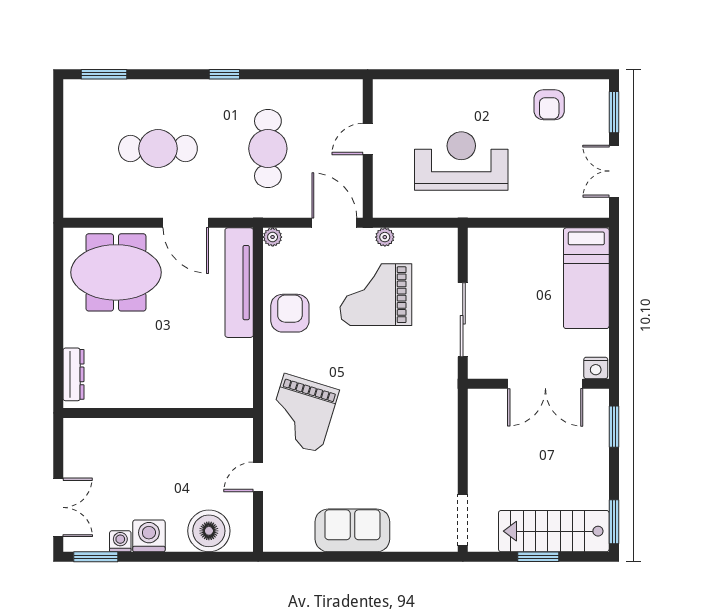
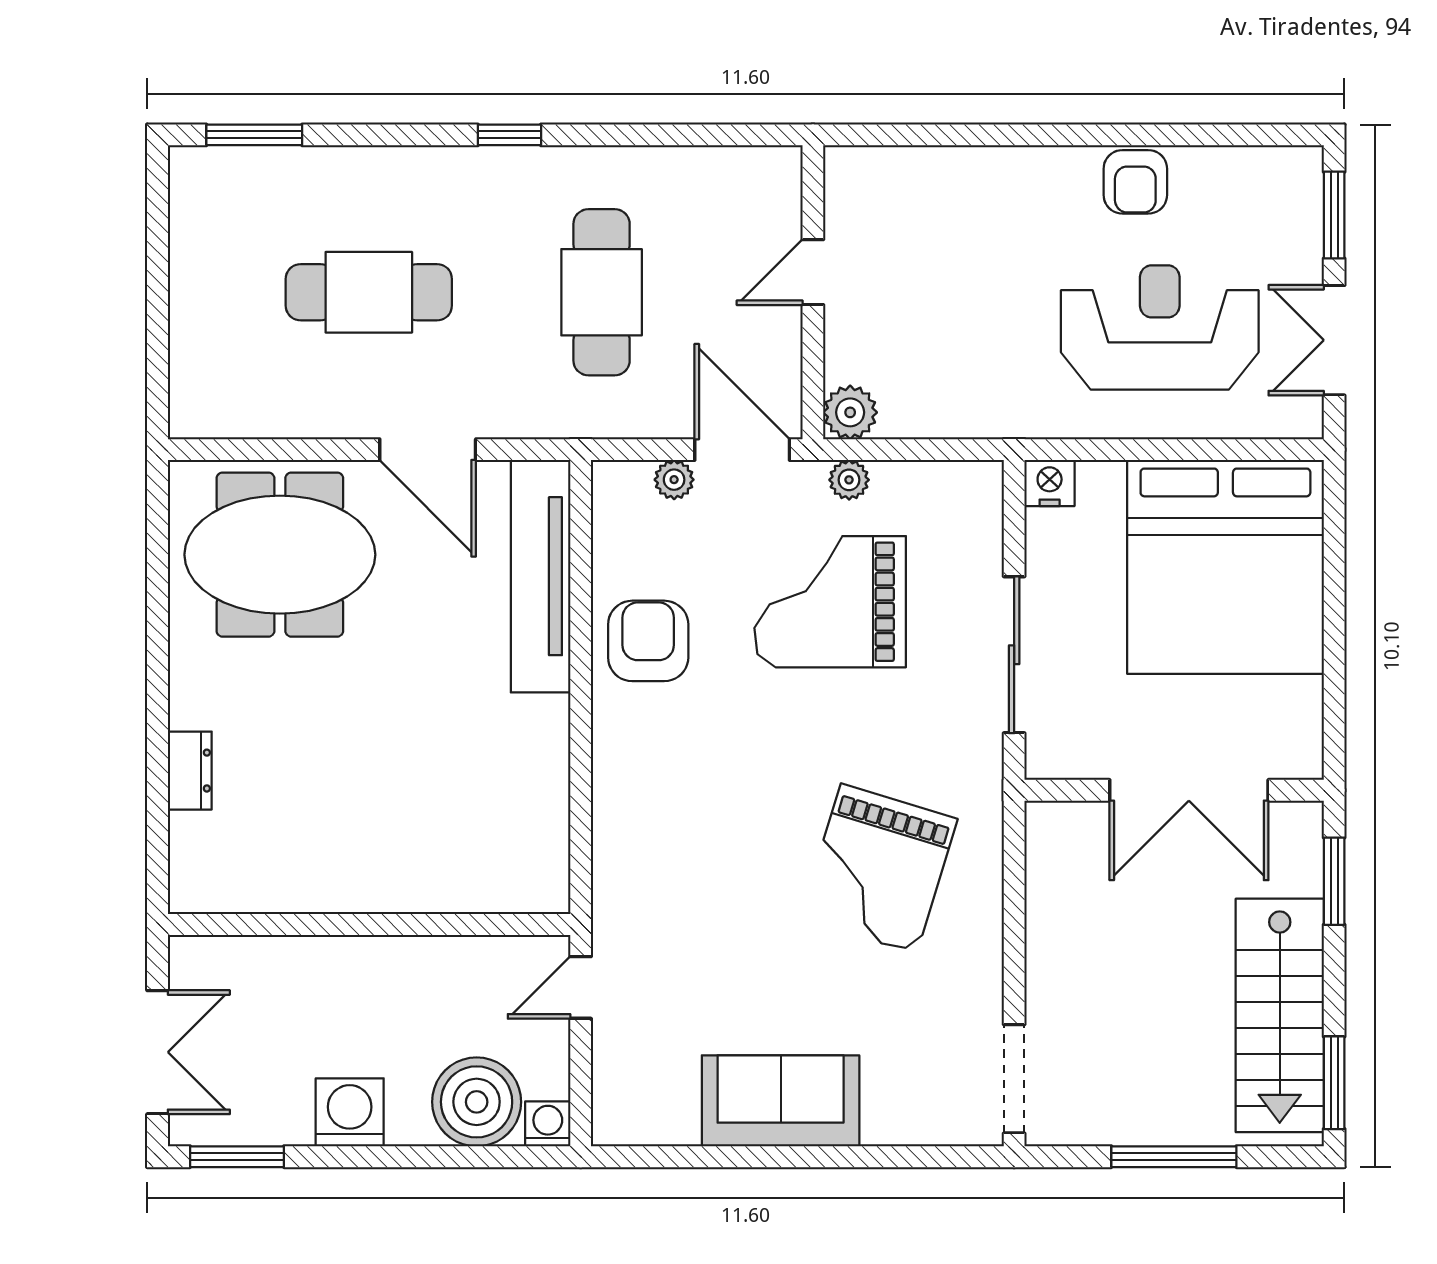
armchair: (549, 105) -> (1135, 182), moved
reception desk: (461, 161) -> (1160, 327), moved
plant: (385, 205) -> (850, 412), added
plant: (273, 237) -> (674, 480), moved
bed: (586, 278) -> (1225, 567), width x2.04
nightstand: (596, 368) -> (1050, 483), moved, turned 180
dresser: (73, 374) -> (190, 771), width x0.70
wall: (158, 413) -> (369, 924), moved
grand piano: (302, 413) -> (879, 869), moved
stairs: (554, 531) -> (1280, 1015), moved, turned -90
washing machine: (120, 541) -> (548, 1124), moved
window: (538, 557) -> (1174, 1157), width x1.44

